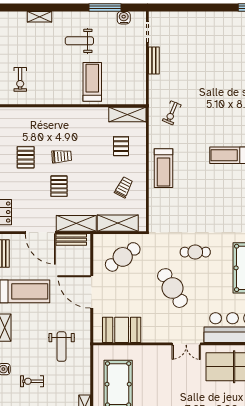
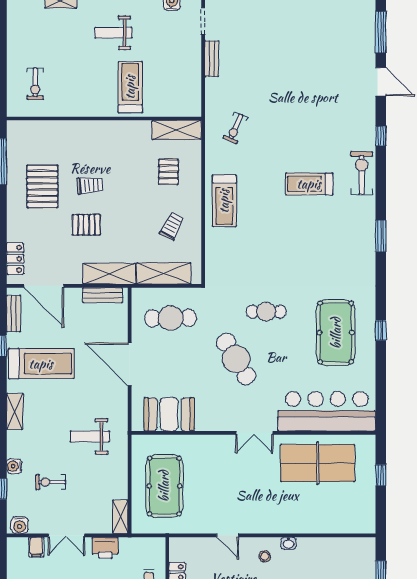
pallet: (26, 157) -> (42, 186), width x1.50, depth x1.42
pallet: (59, 186) -> (86, 225), turned 90
door: (40, 233) -> (44, 286), moved
cafe table: (123, 257) -> (171, 318), turned 35
weight bench: (62, 347) -> (90, 436), turned 90

